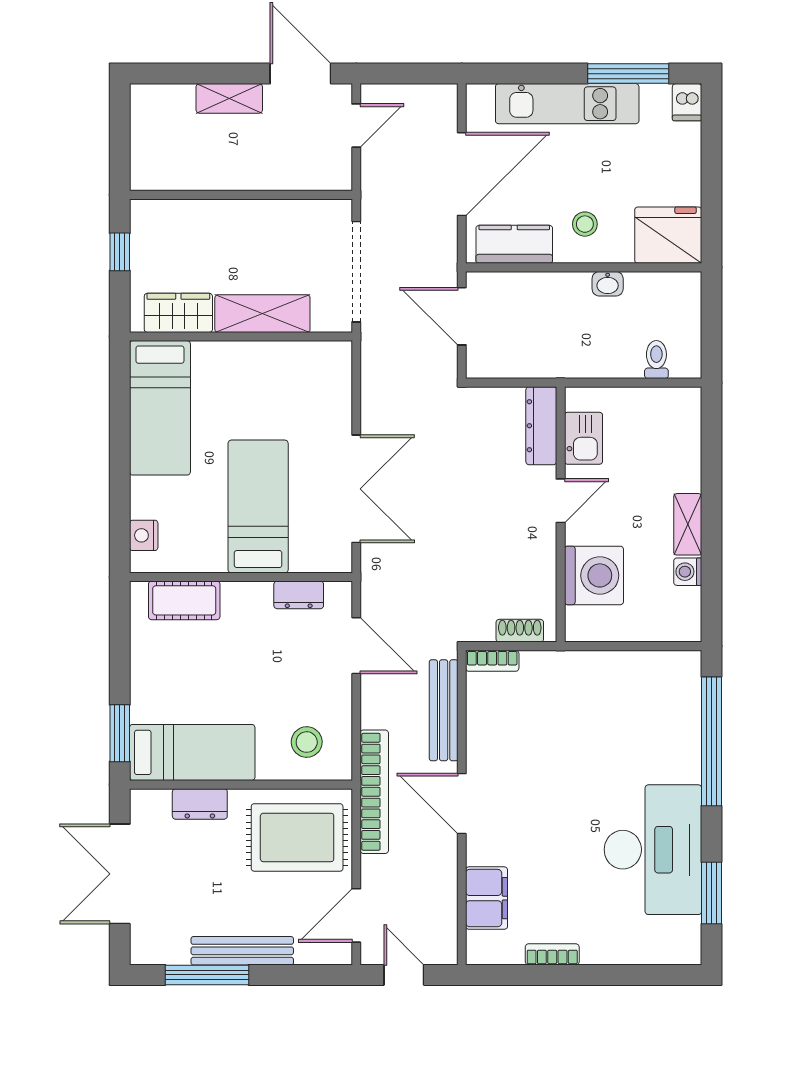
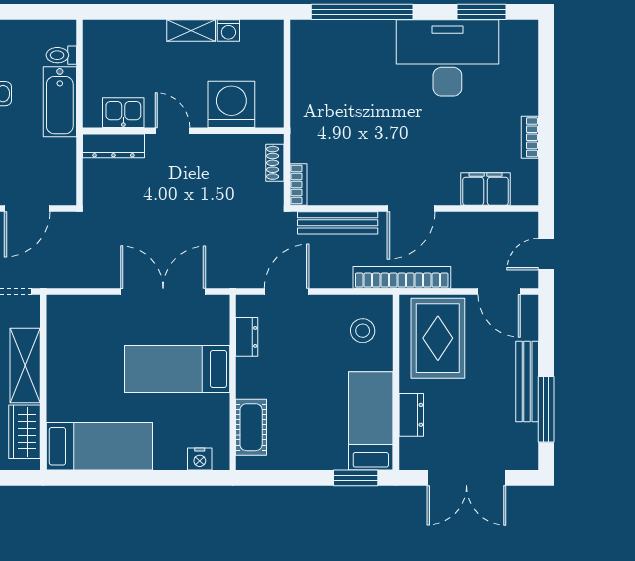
bathtub: (597, 358) -> (60, 102), added

